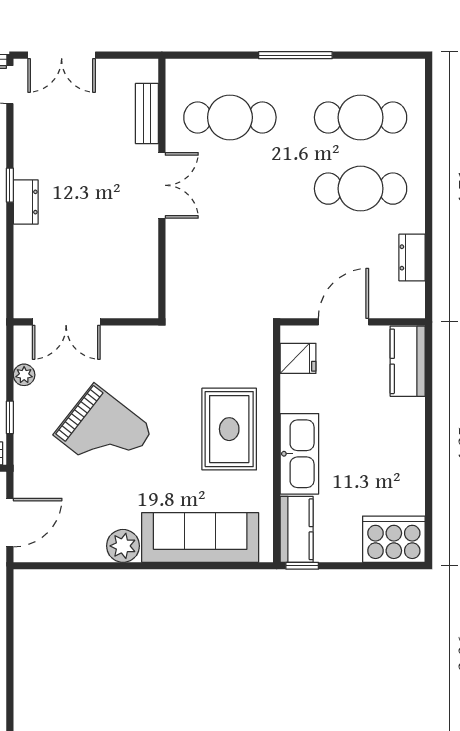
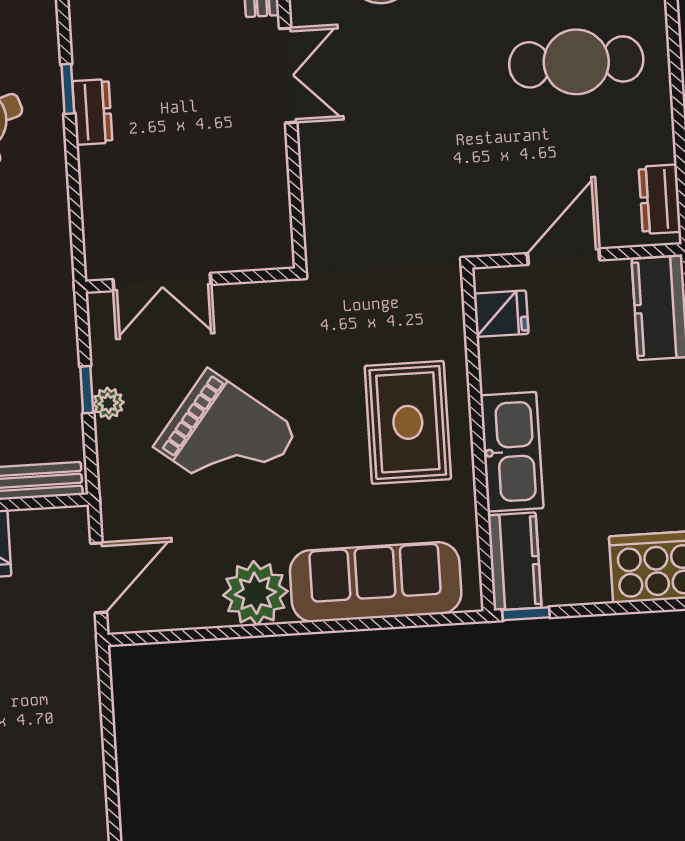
dresser: (412, 257) -> (660, 199), moved
plant: (24, 375) -> (108, 403), moved
window: (10, 417) -> (87, 390), moved
plant: (123, 546) -> (255, 593), width x1.36, depth x1.36

